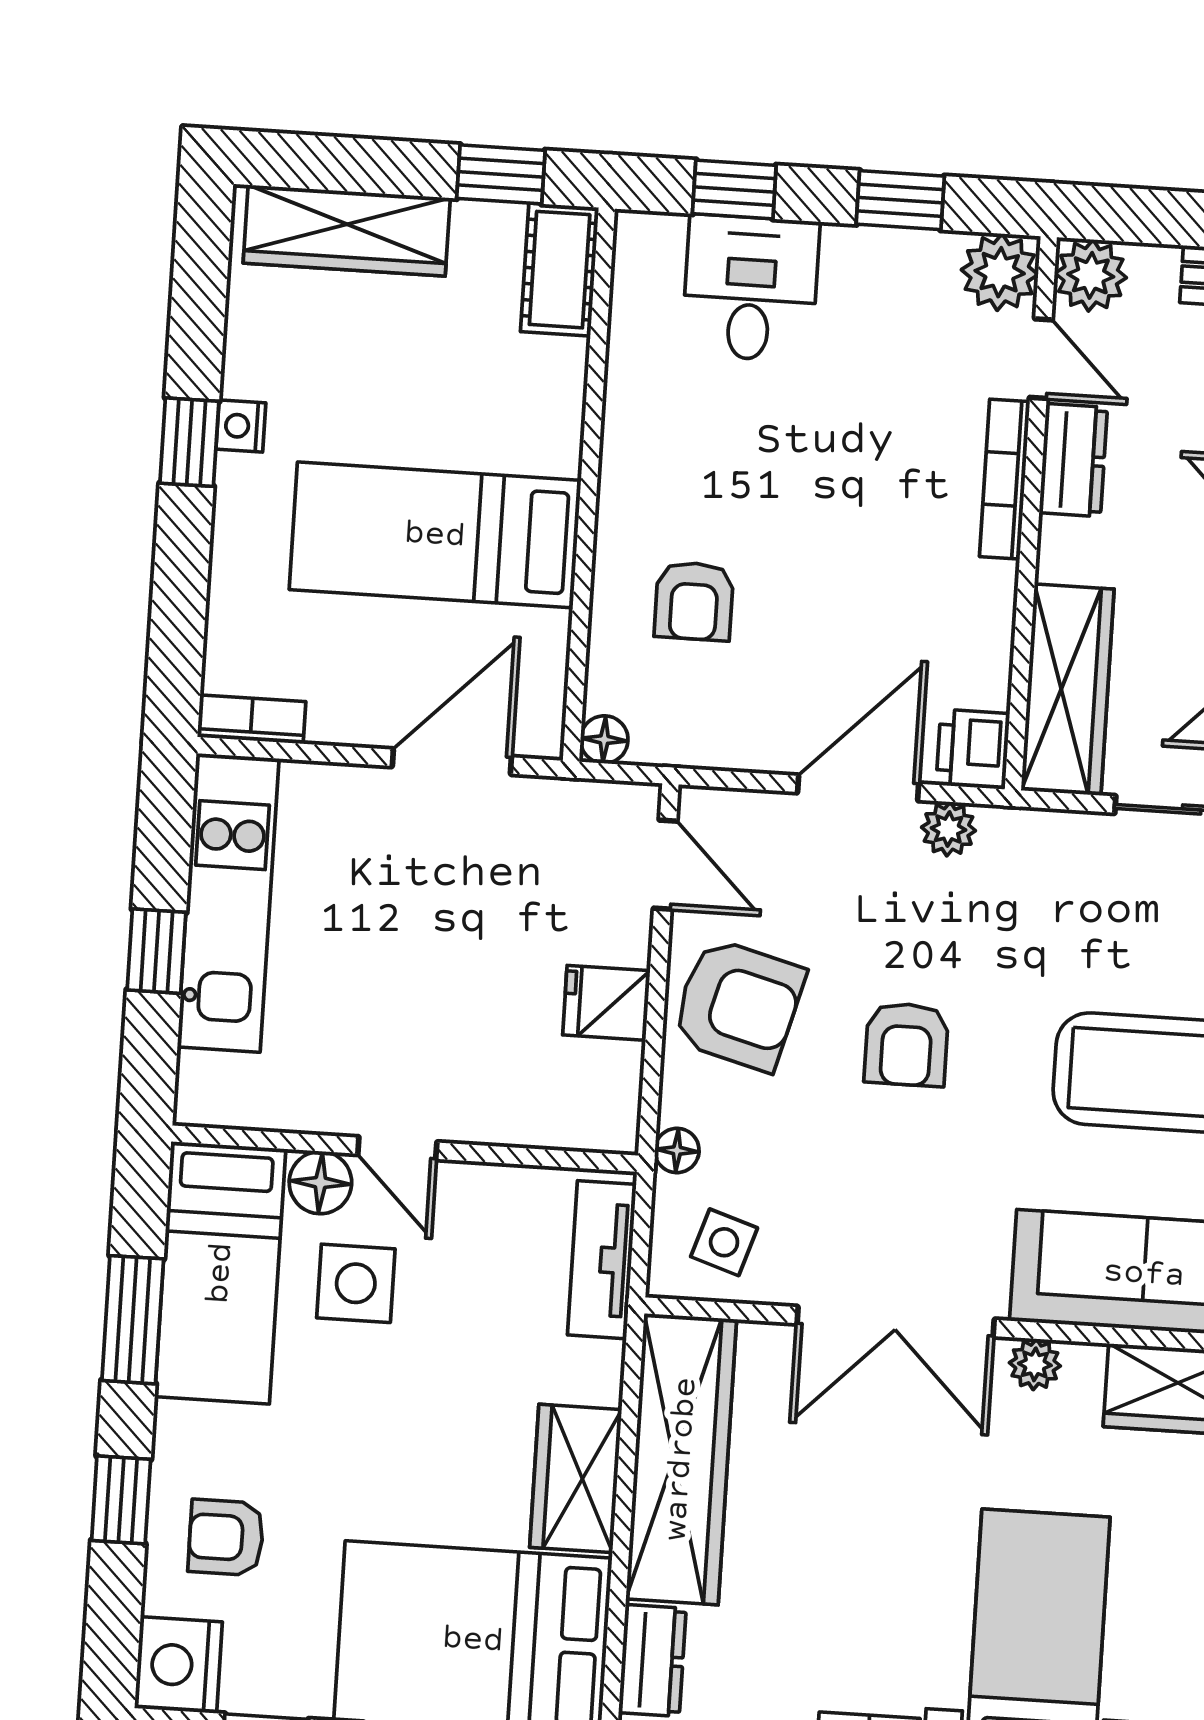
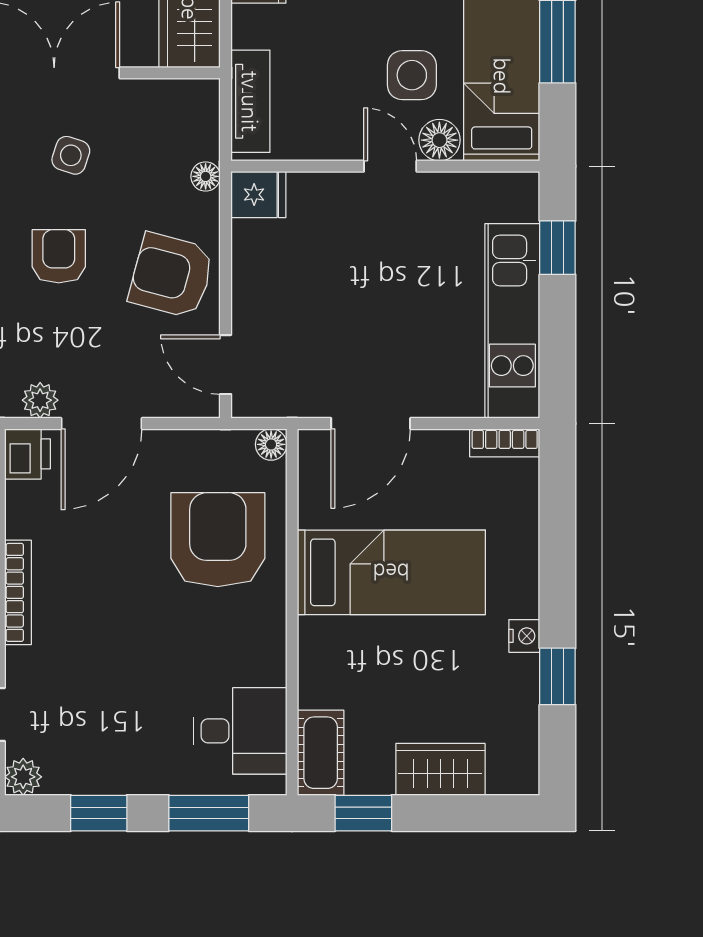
window: (734, 189) -> (209, 813), width x1.50
wardrobe: (347, 231) -> (440, 769), width x0.67
plant: (1000, 272) -> (23, 777), width x0.73, depth x0.73
desk: (750, 288) -> (240, 731), moved, turned -90
window: (189, 442) -> (557, 676), moved
bookcase: (1005, 479) -> (18, 592), moved
armchair: (694, 601) -> (218, 540), width x1.88, depth x1.88
window: (157, 951) -> (557, 248), moved
fridge: (606, 1003) -> (258, 195), moved
side table: (724, 1242) -> (71, 155), moved

